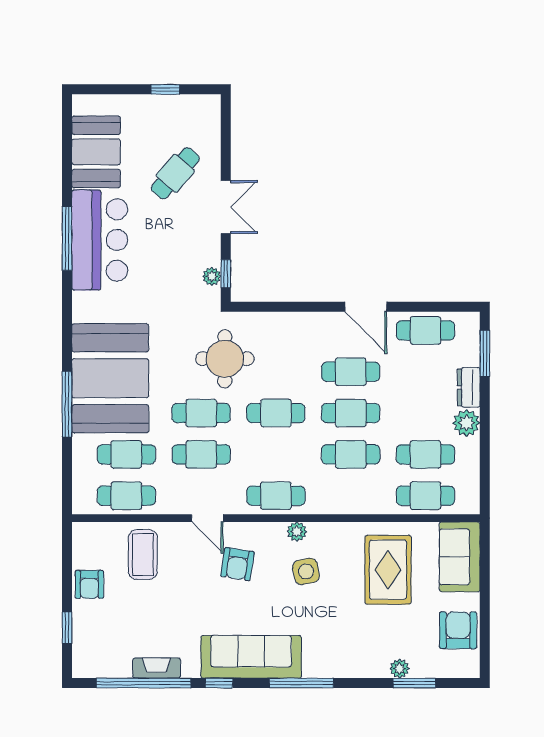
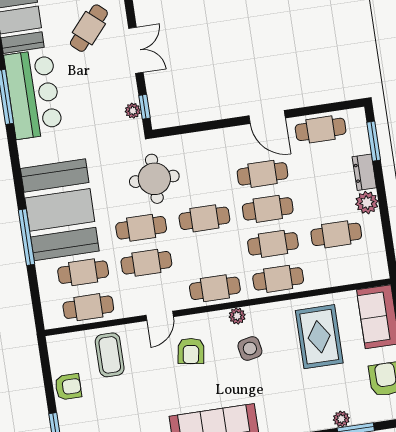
cafe table: (425, 496) -> (278, 279), moved
door: (207, 518) -> (160, 316), hinge flipped
armchair: (89, 584) -> (68, 387), turned -90

